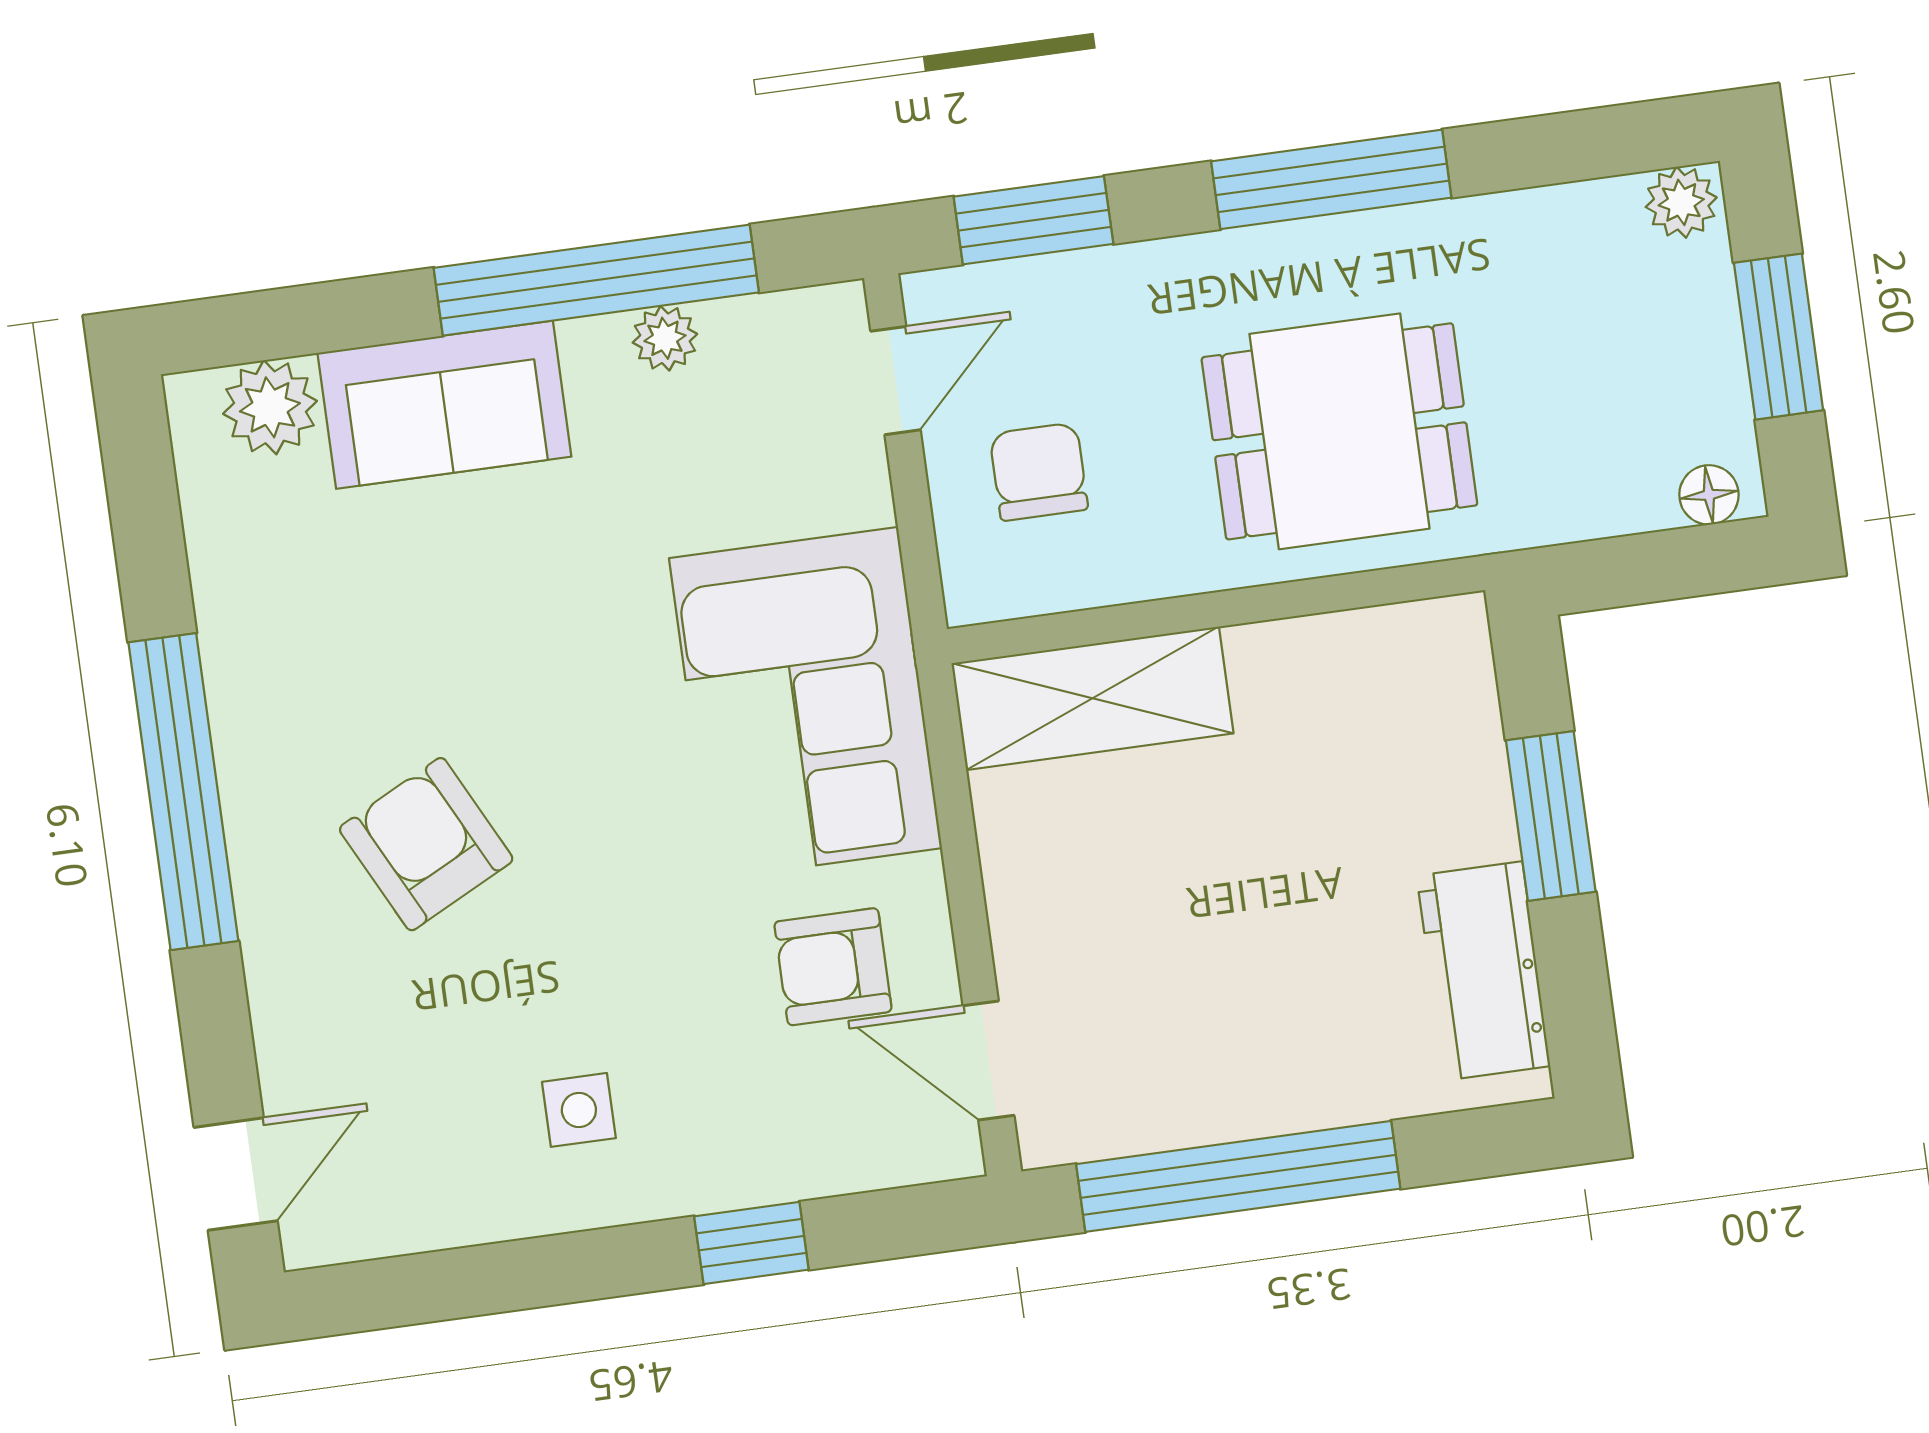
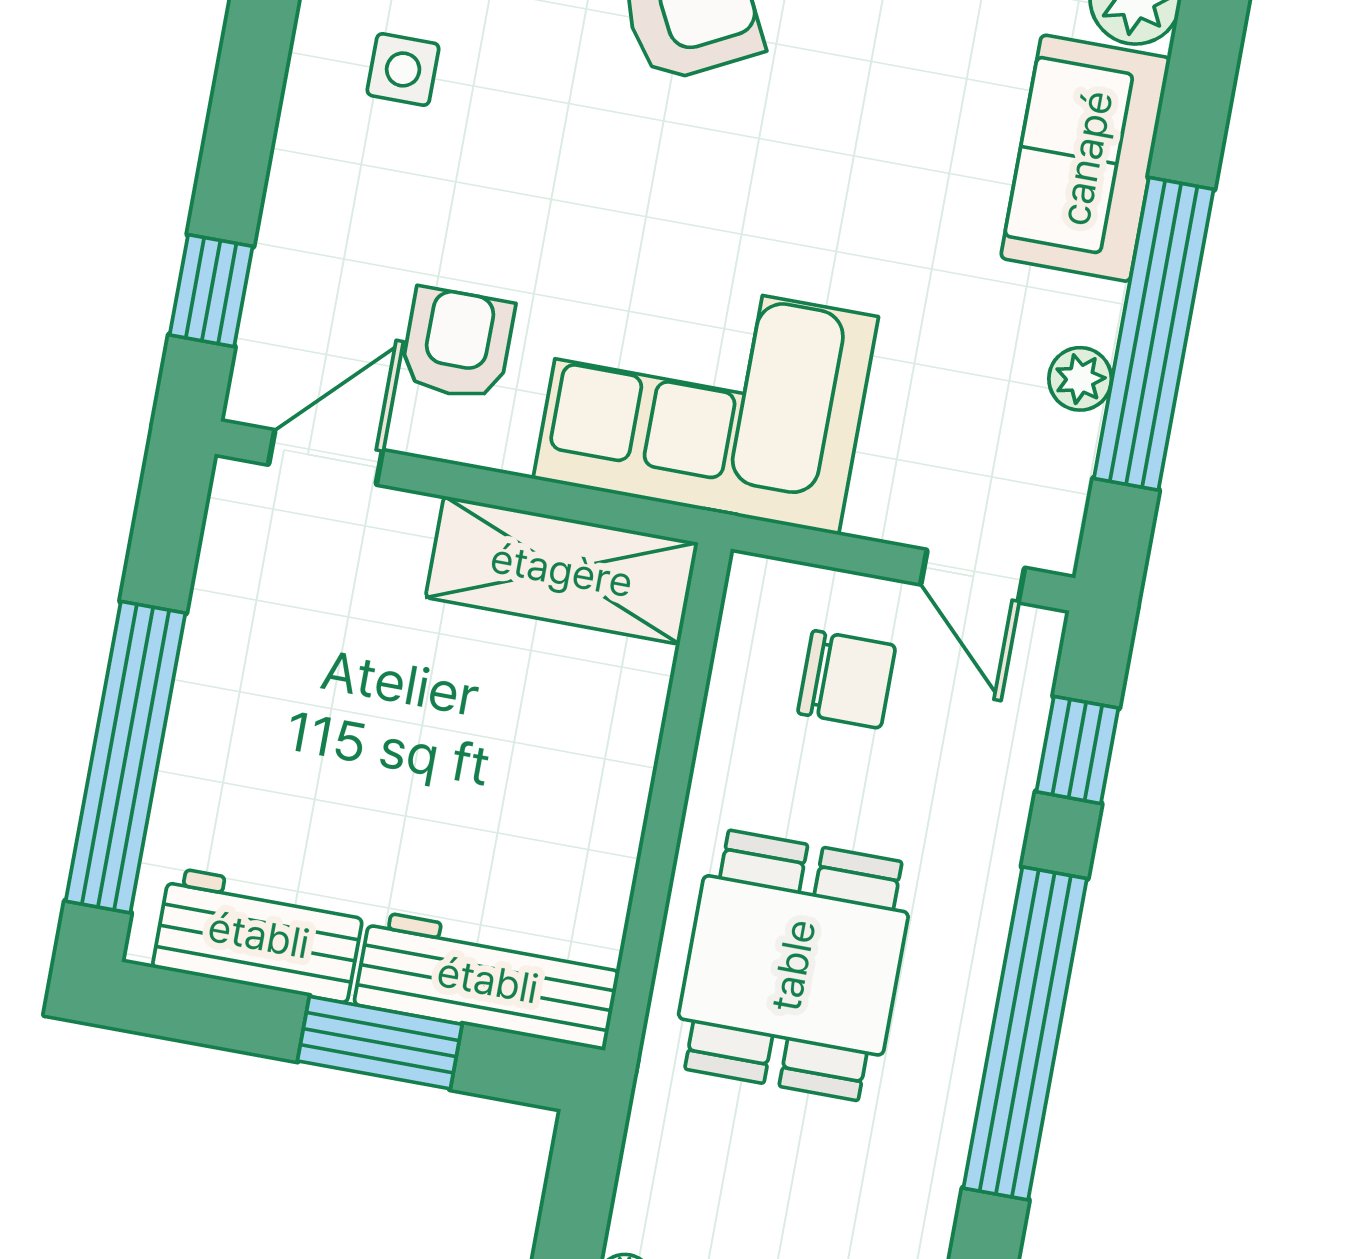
window: (1331, 179) -> (1025, 1033), width x1.46
window: (1033, 220) -> (1077, 750), width x0.67
shelving: (1092, 698) -> (562, 570), moved, turned 90
workbench: (1454, 729) -> (488, 980), added
window: (1238, 1176) -> (126, 757), moved
window: (751, 1243) -> (211, 291), moved

